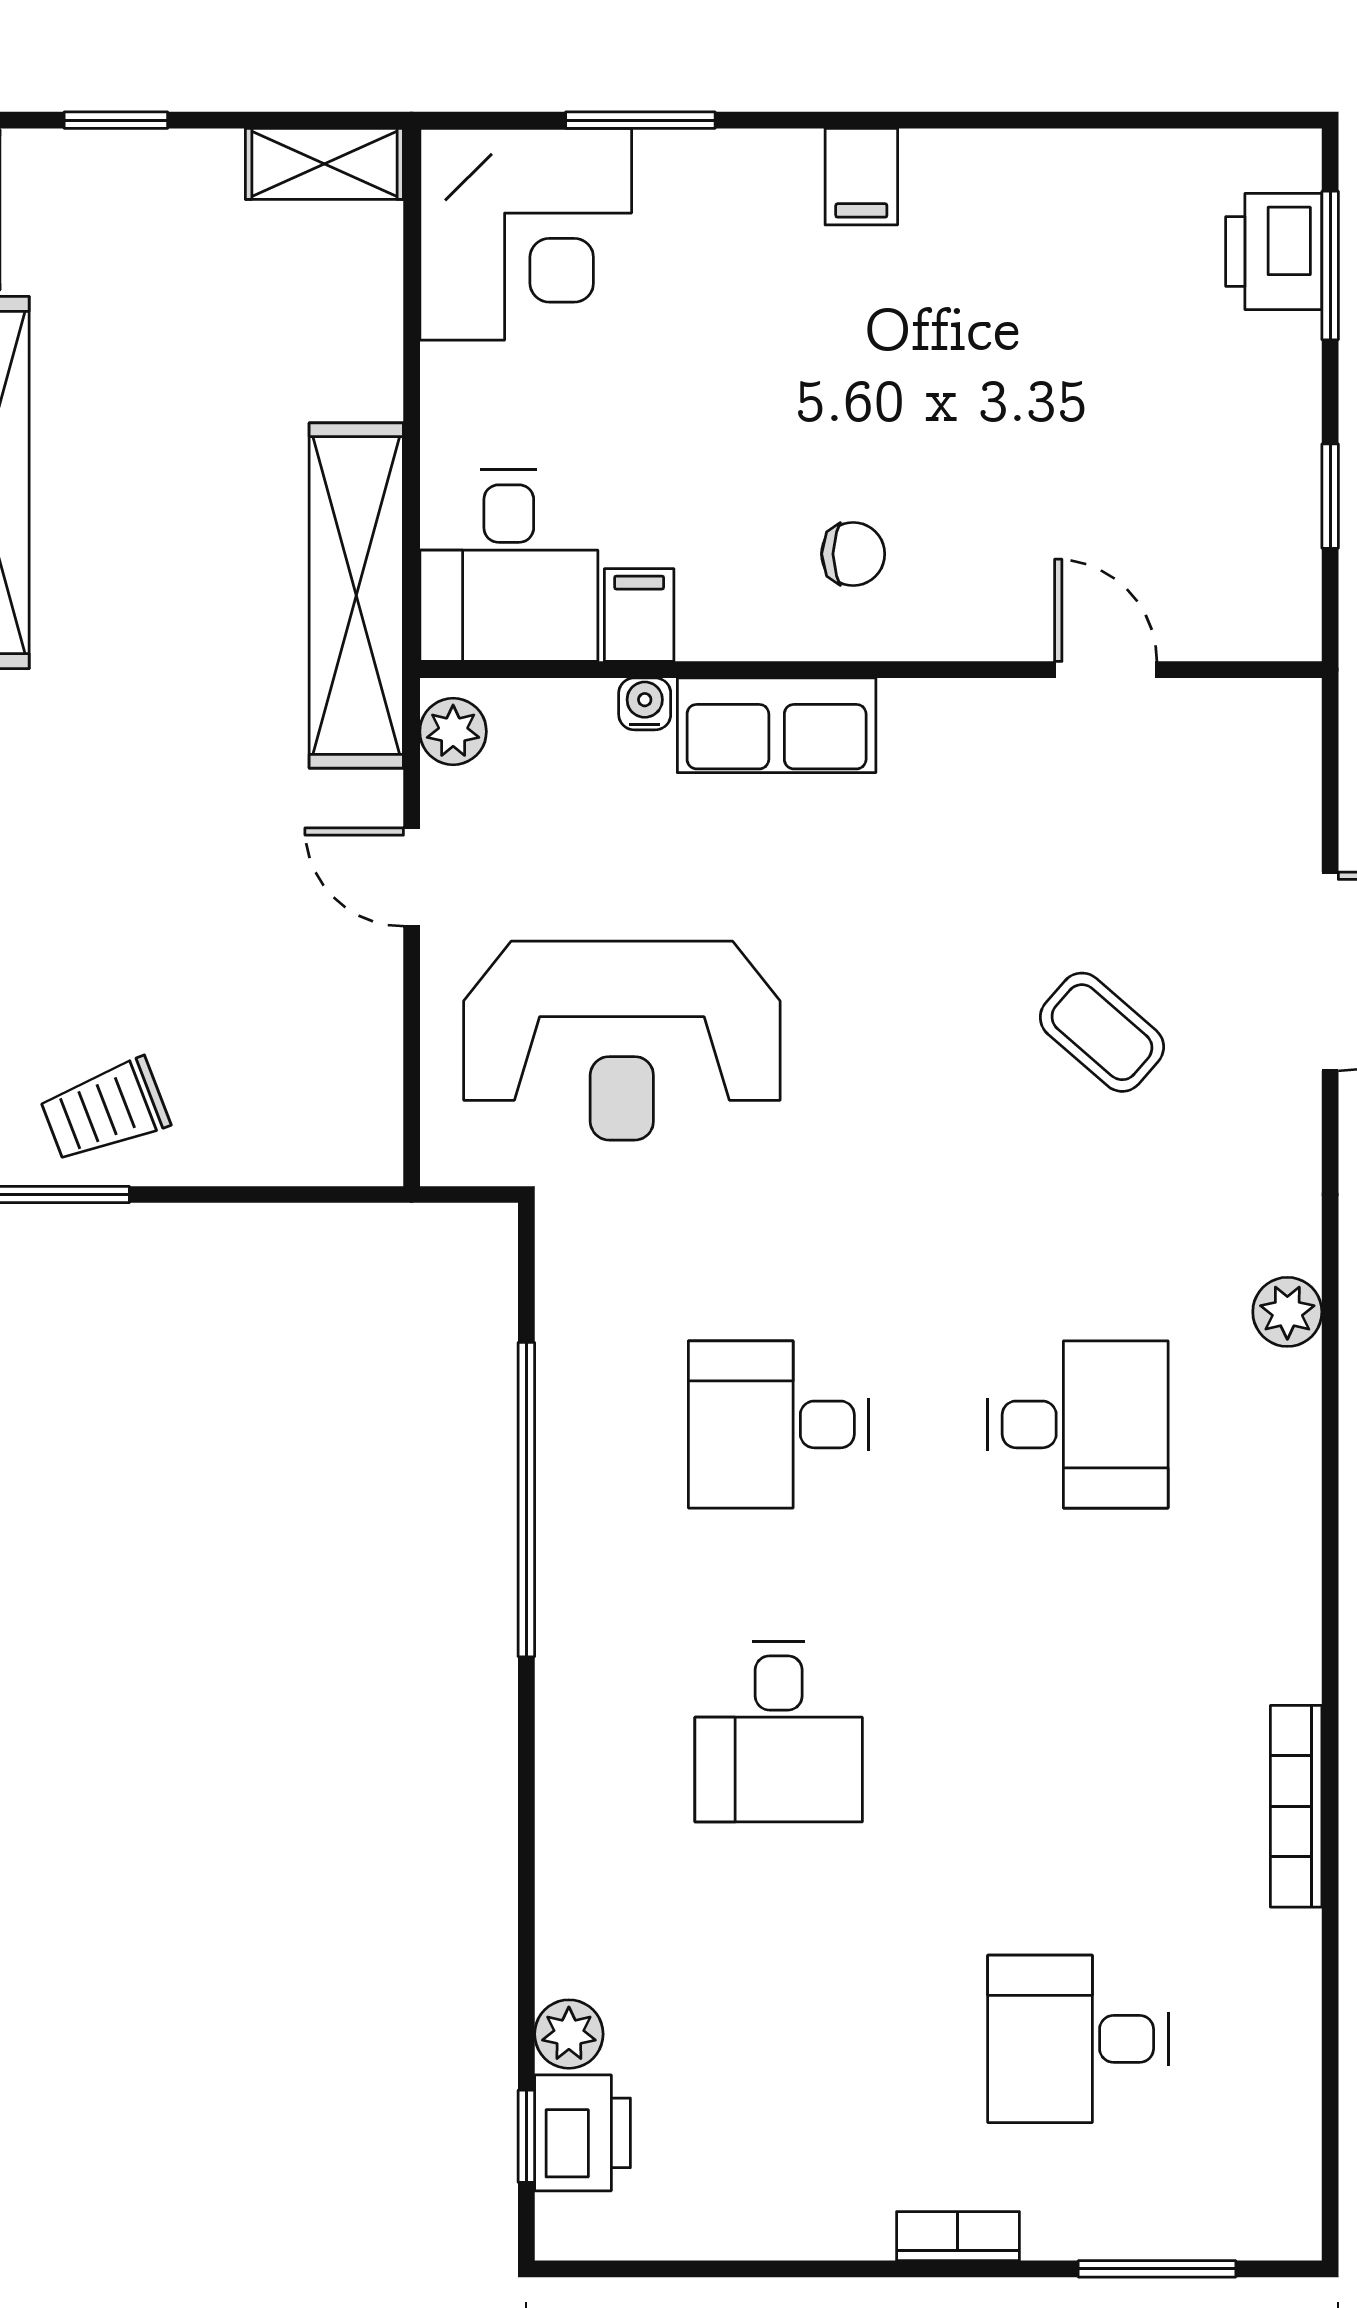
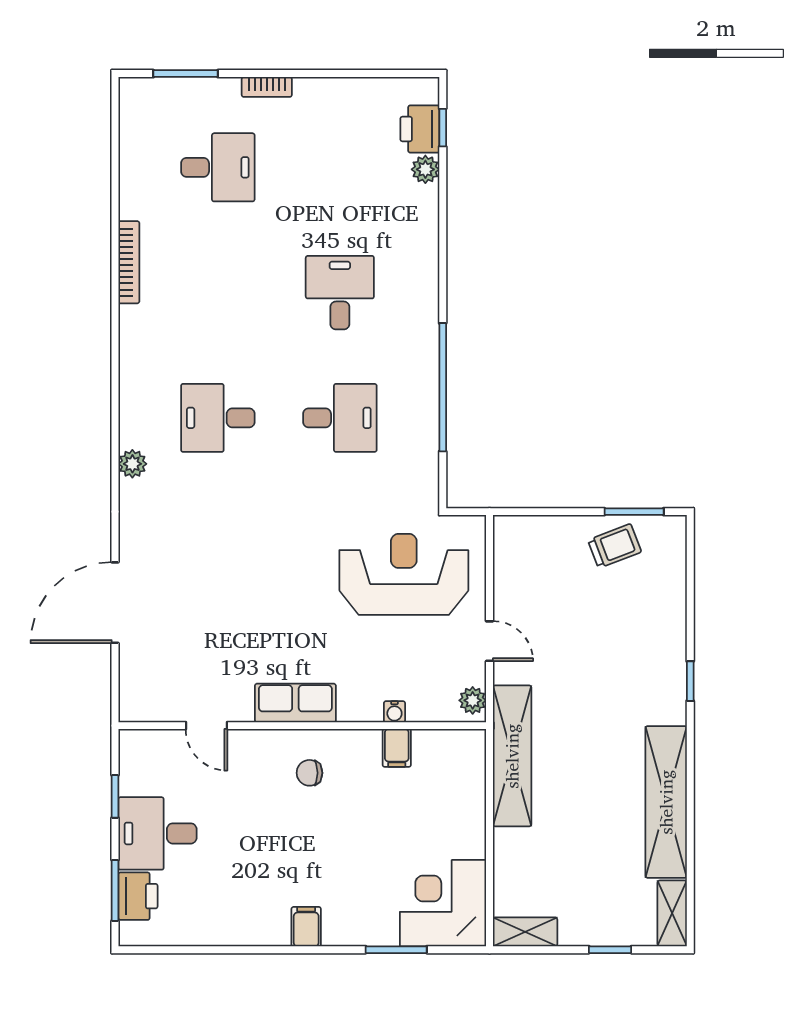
desk: (509, 565) -> (157, 833), moved, turned -90
row of seats: (777, 725) -> (295, 703), moved
coffee table: (1102, 1032) -> (208, 578), removed

